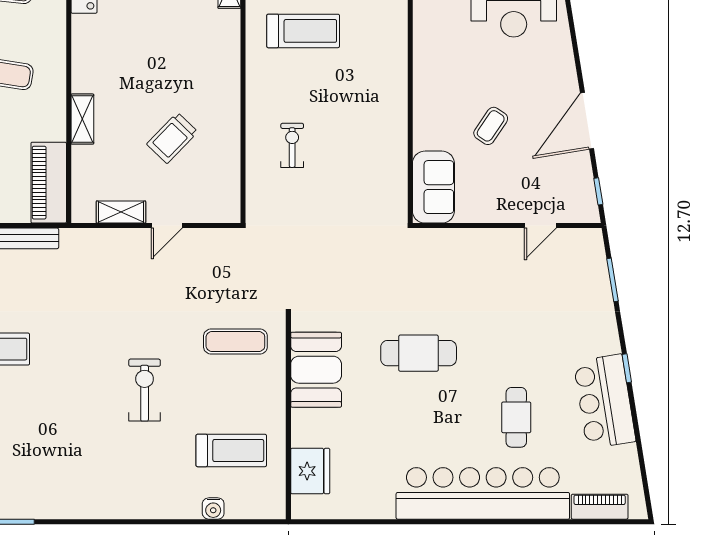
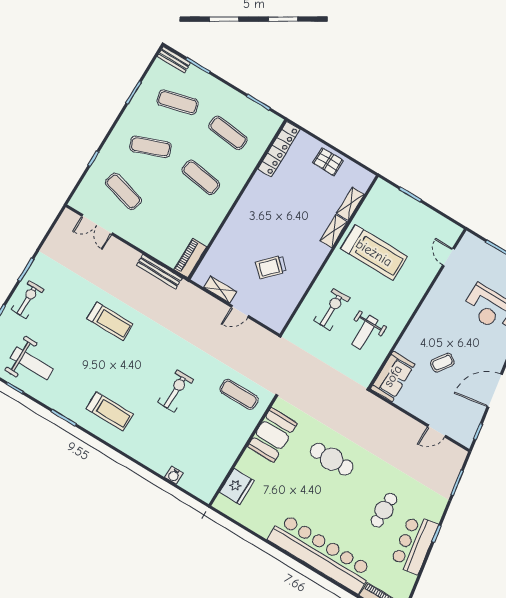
treadmill: (303, 31) -> (374, 253), width x1.37, depth x1.38
shelving: (82, 119) -> (334, 231), moved
exercise bike: (292, 145) -> (332, 309), width x1.38, depth x1.39
weight bench: (358, 149) -> (365, 332), added
piano: (49, 183) -> (190, 258), width x0.73, depth x0.75
cafe table: (516, 417) -> (384, 510), moved
treadmill: (231, 450) -> (110, 411), moved

